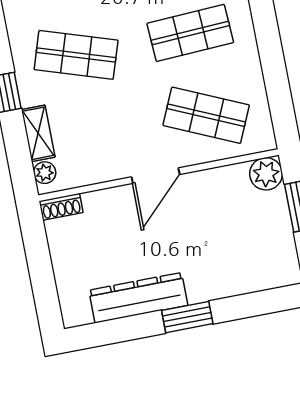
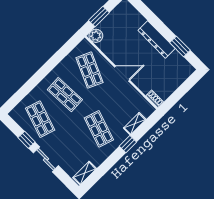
plant: (45, 173) -> (147, 112), removed
dresser: (138, 298) -> (157, 39), moved
window: (187, 317) -> (180, 46), moved

